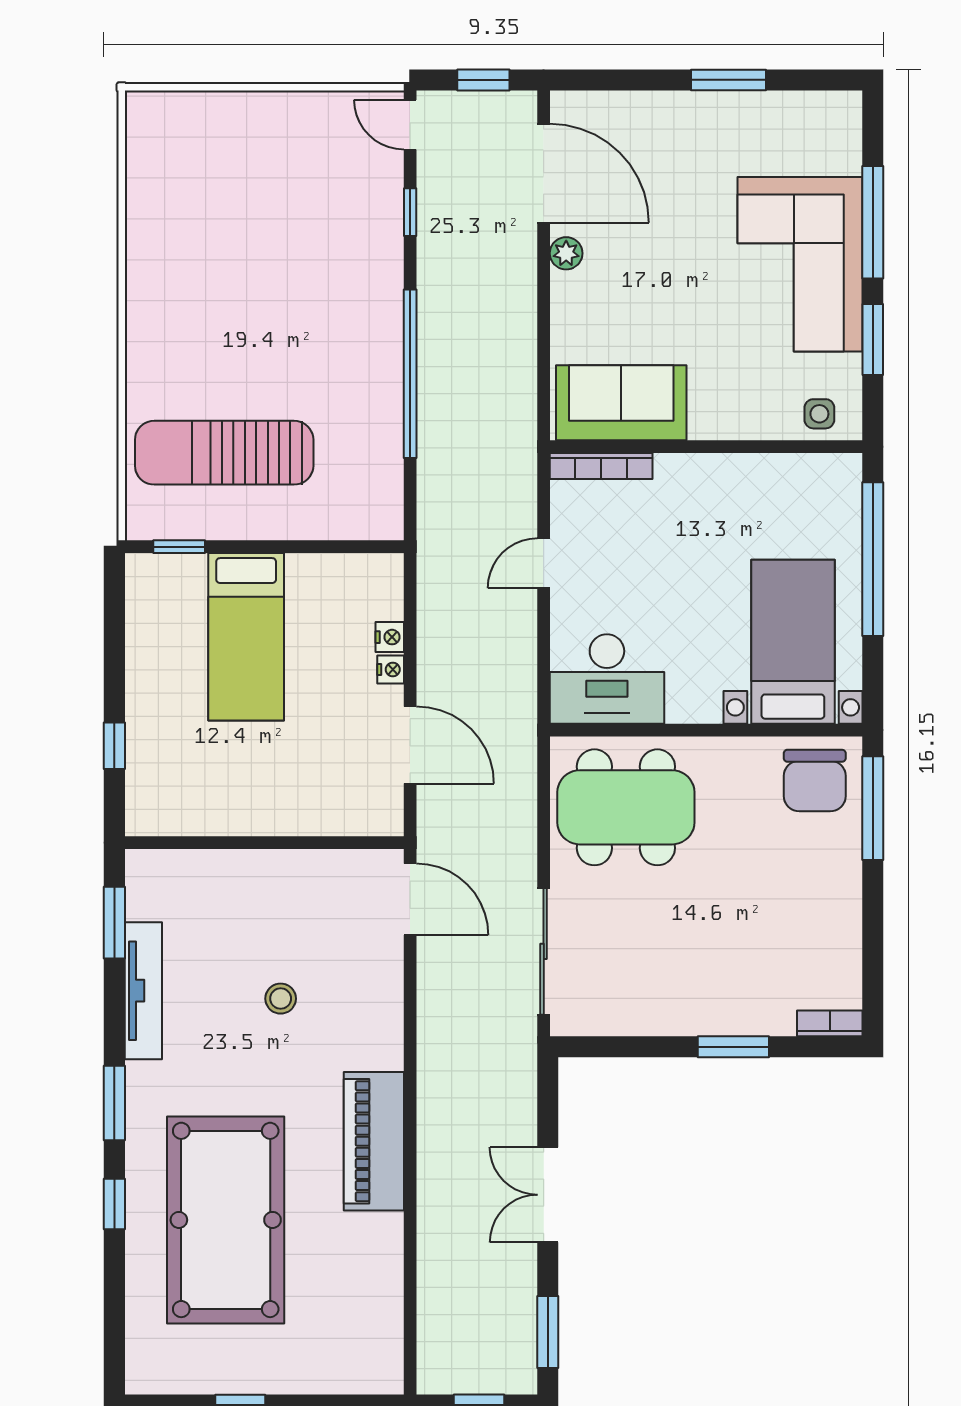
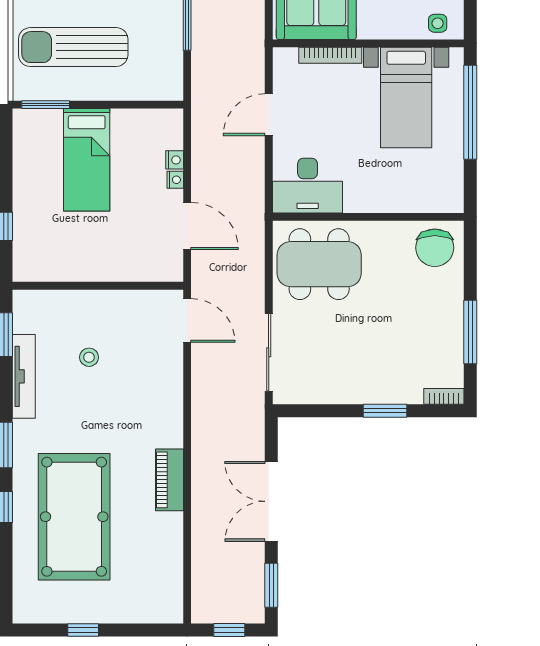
bookcase: (601, 466) -> (330, 55), moved
window: (179, 547) -> (46, 105), width x1.50
door: (544, 563) -> (269, 115), width x1.38
bed with nightstands: (793, 642) -> (406, 97), moved, turned 180
window: (873, 808) -> (470, 332), moved
stool: (281, 999) -> (89, 357), moved
piano: (374, 1141) -> (169, 480), width x0.73, depth x0.75
double door: (548, 1195) -> (271, 501), width x1.37

